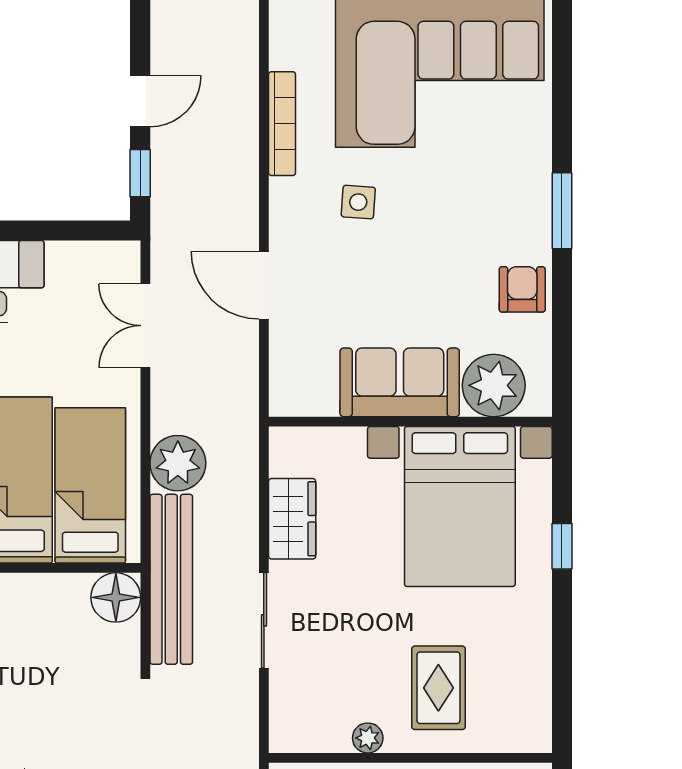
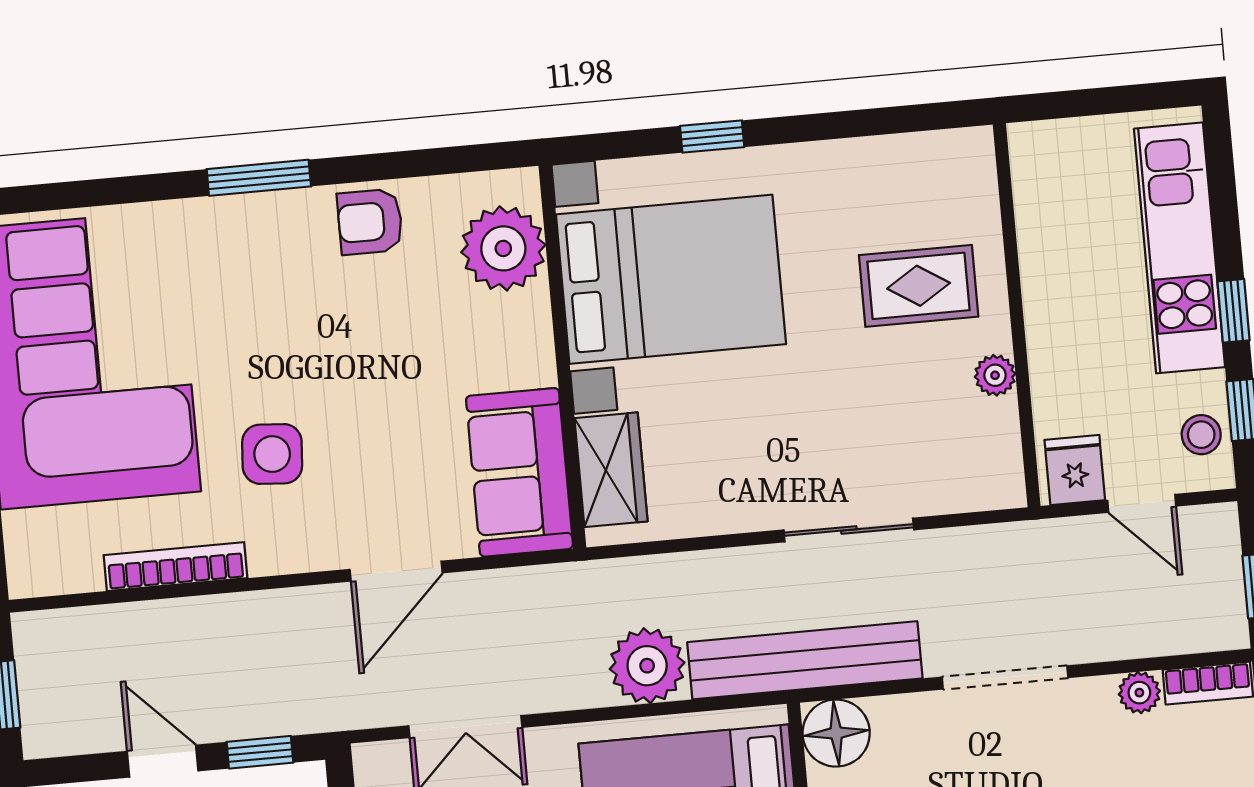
side table: (358, 202) -> (272, 454), width x1.37, depth x1.37
sofa: (400, 382) -> (519, 472), moved
wardrobe: (292, 519) -> (611, 470), moved, turned 90

